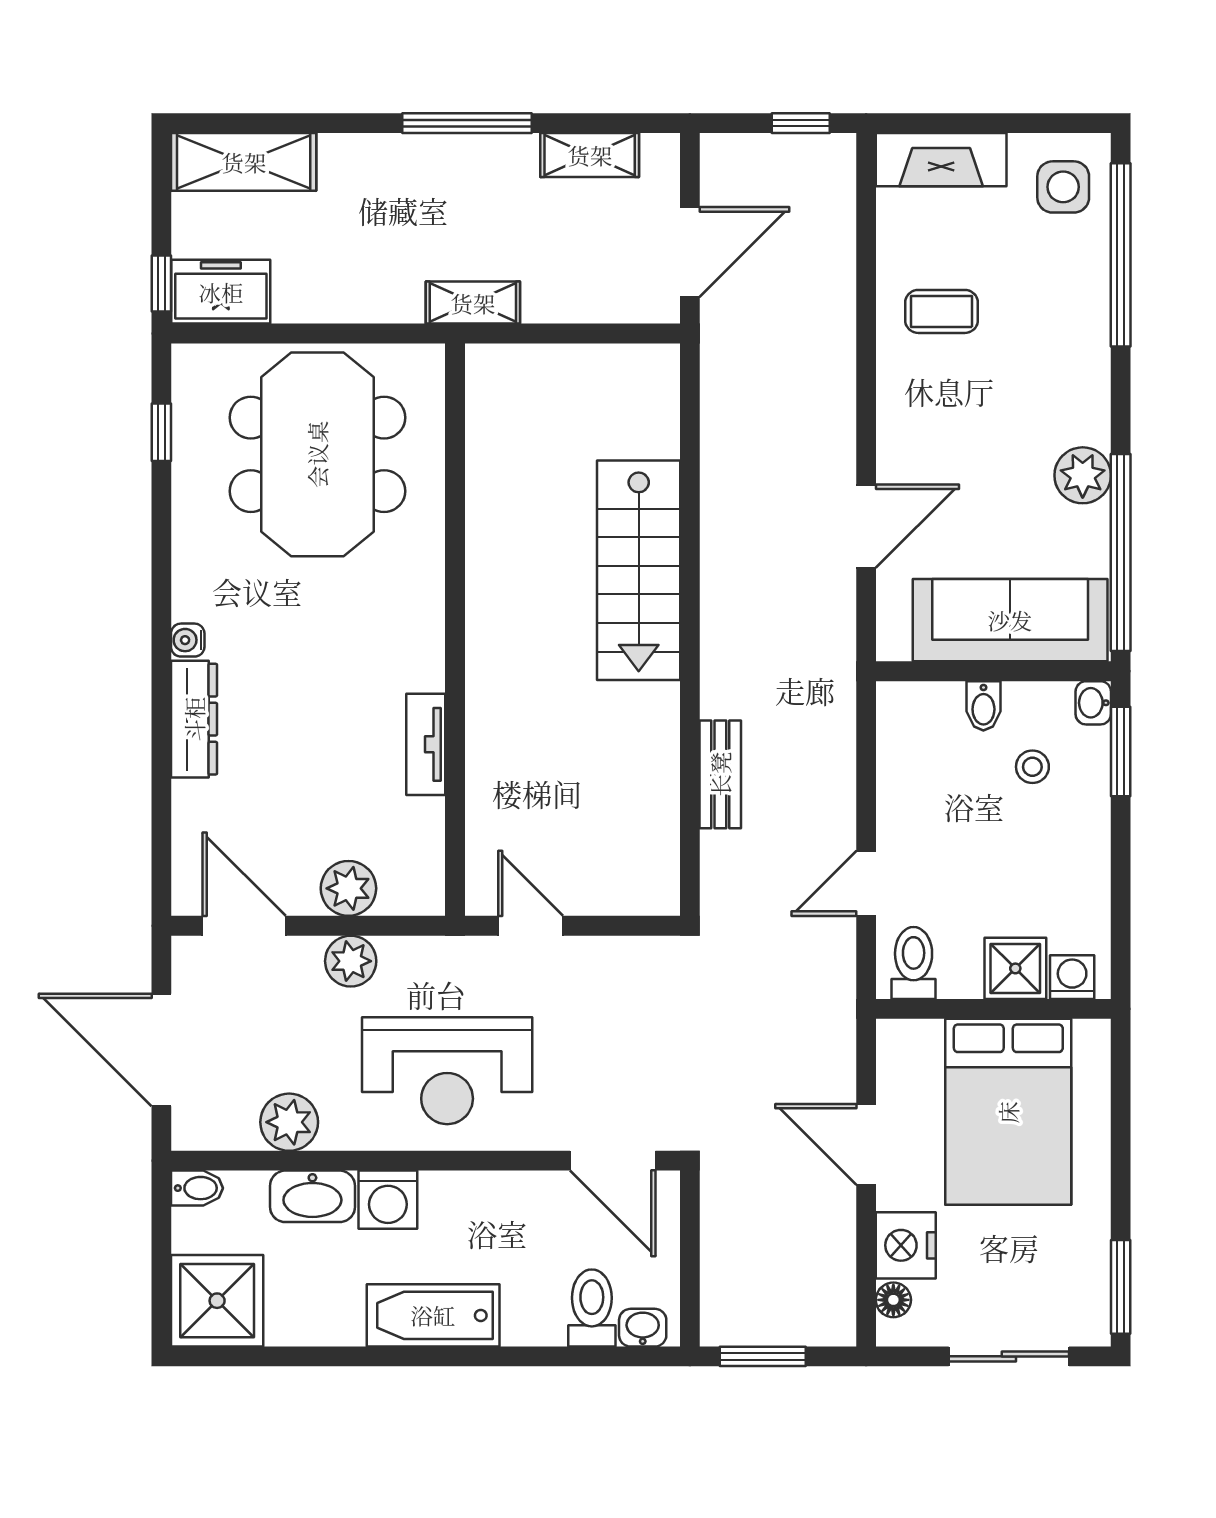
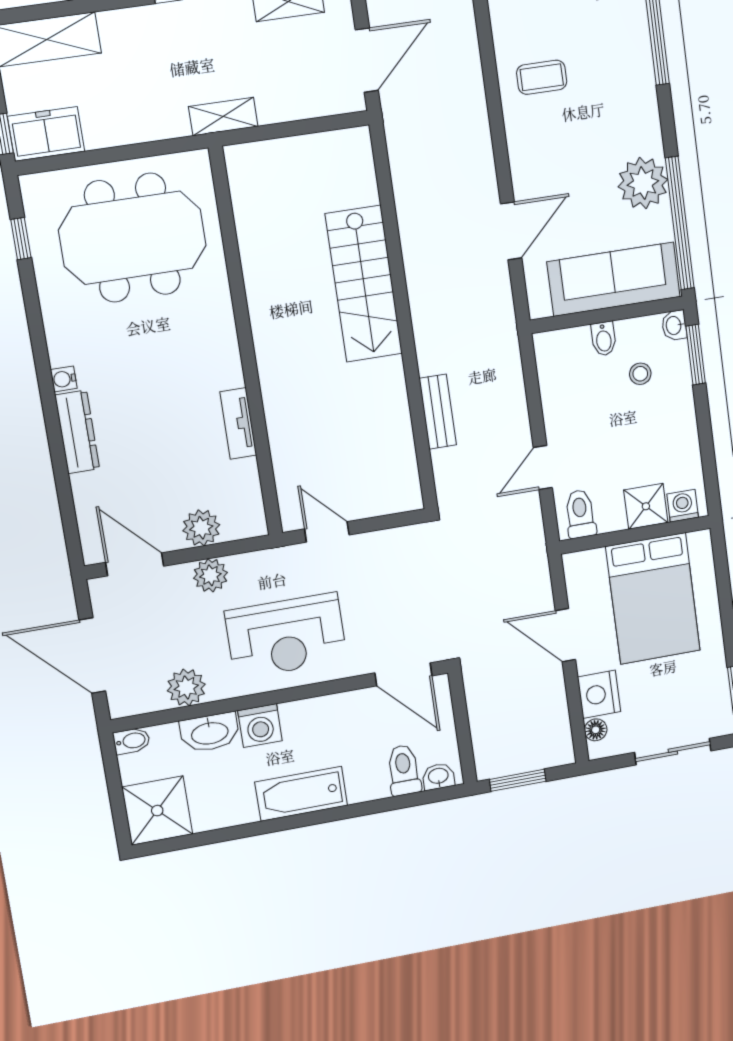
meeting table: (317, 454) -> (132, 238), turned 90
plant: (1083, 475) -> (643, 183), width x1.36, depth x1.36

